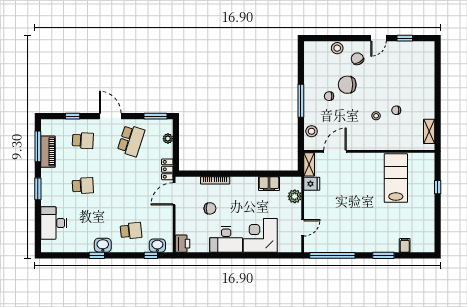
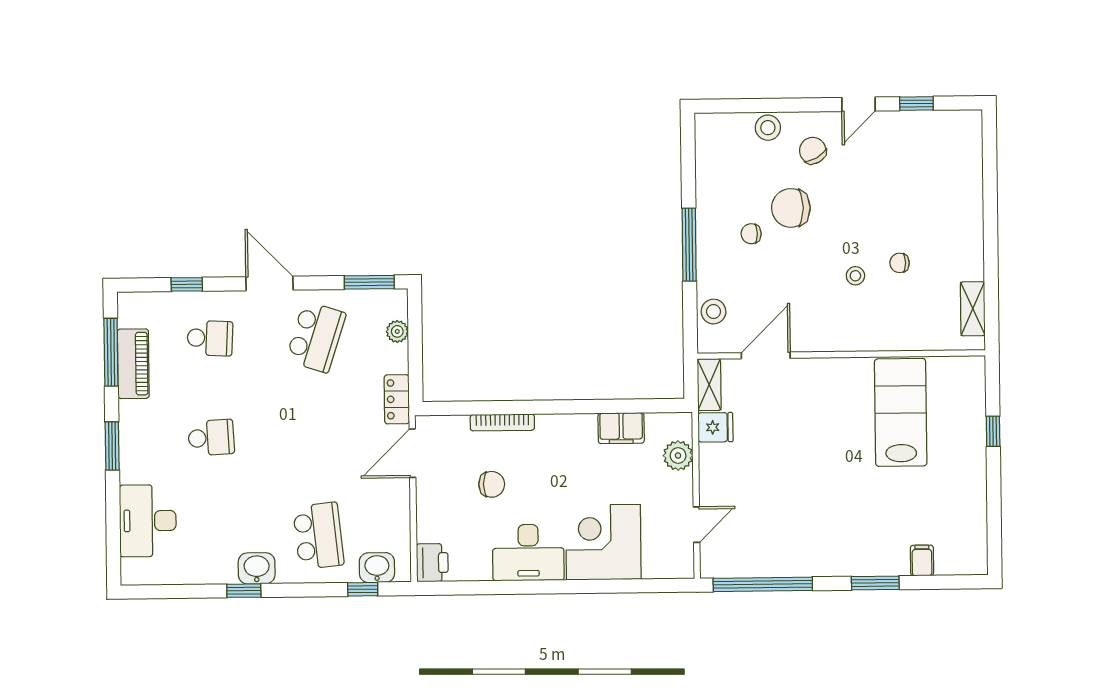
school desk: (131, 231) -> (318, 536), width x1.85

